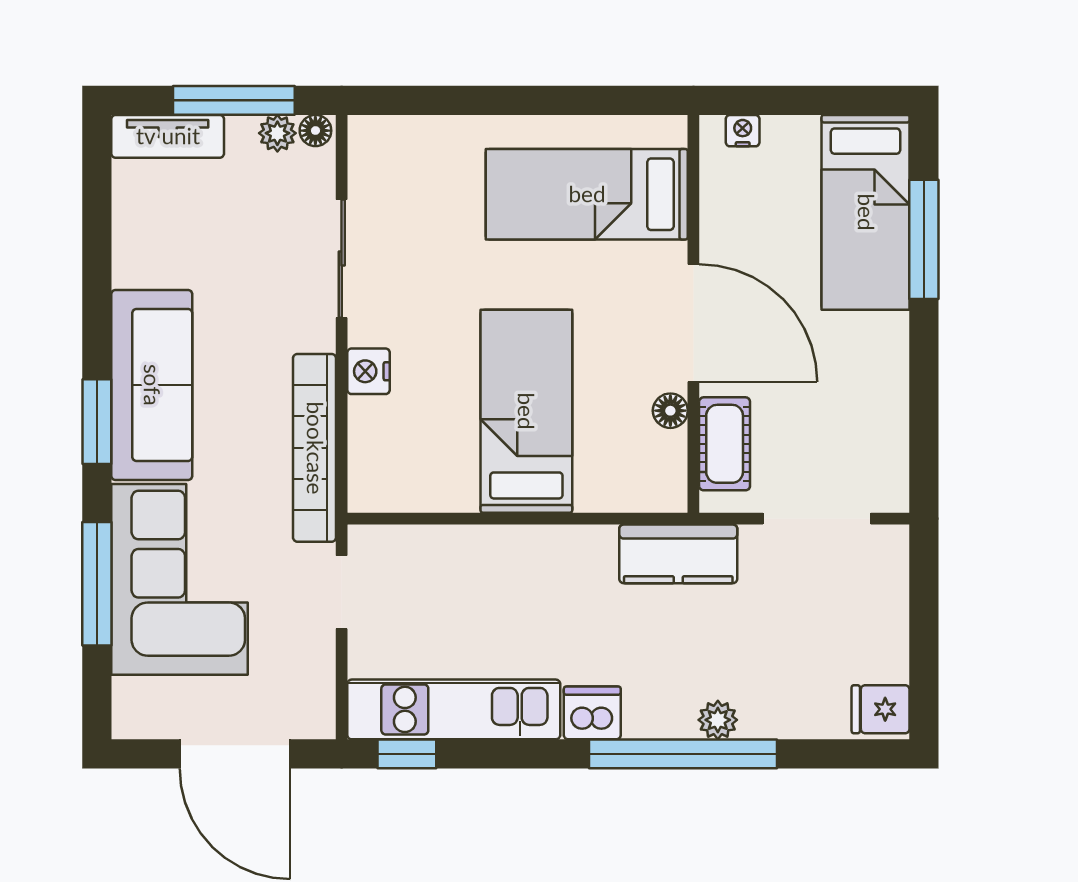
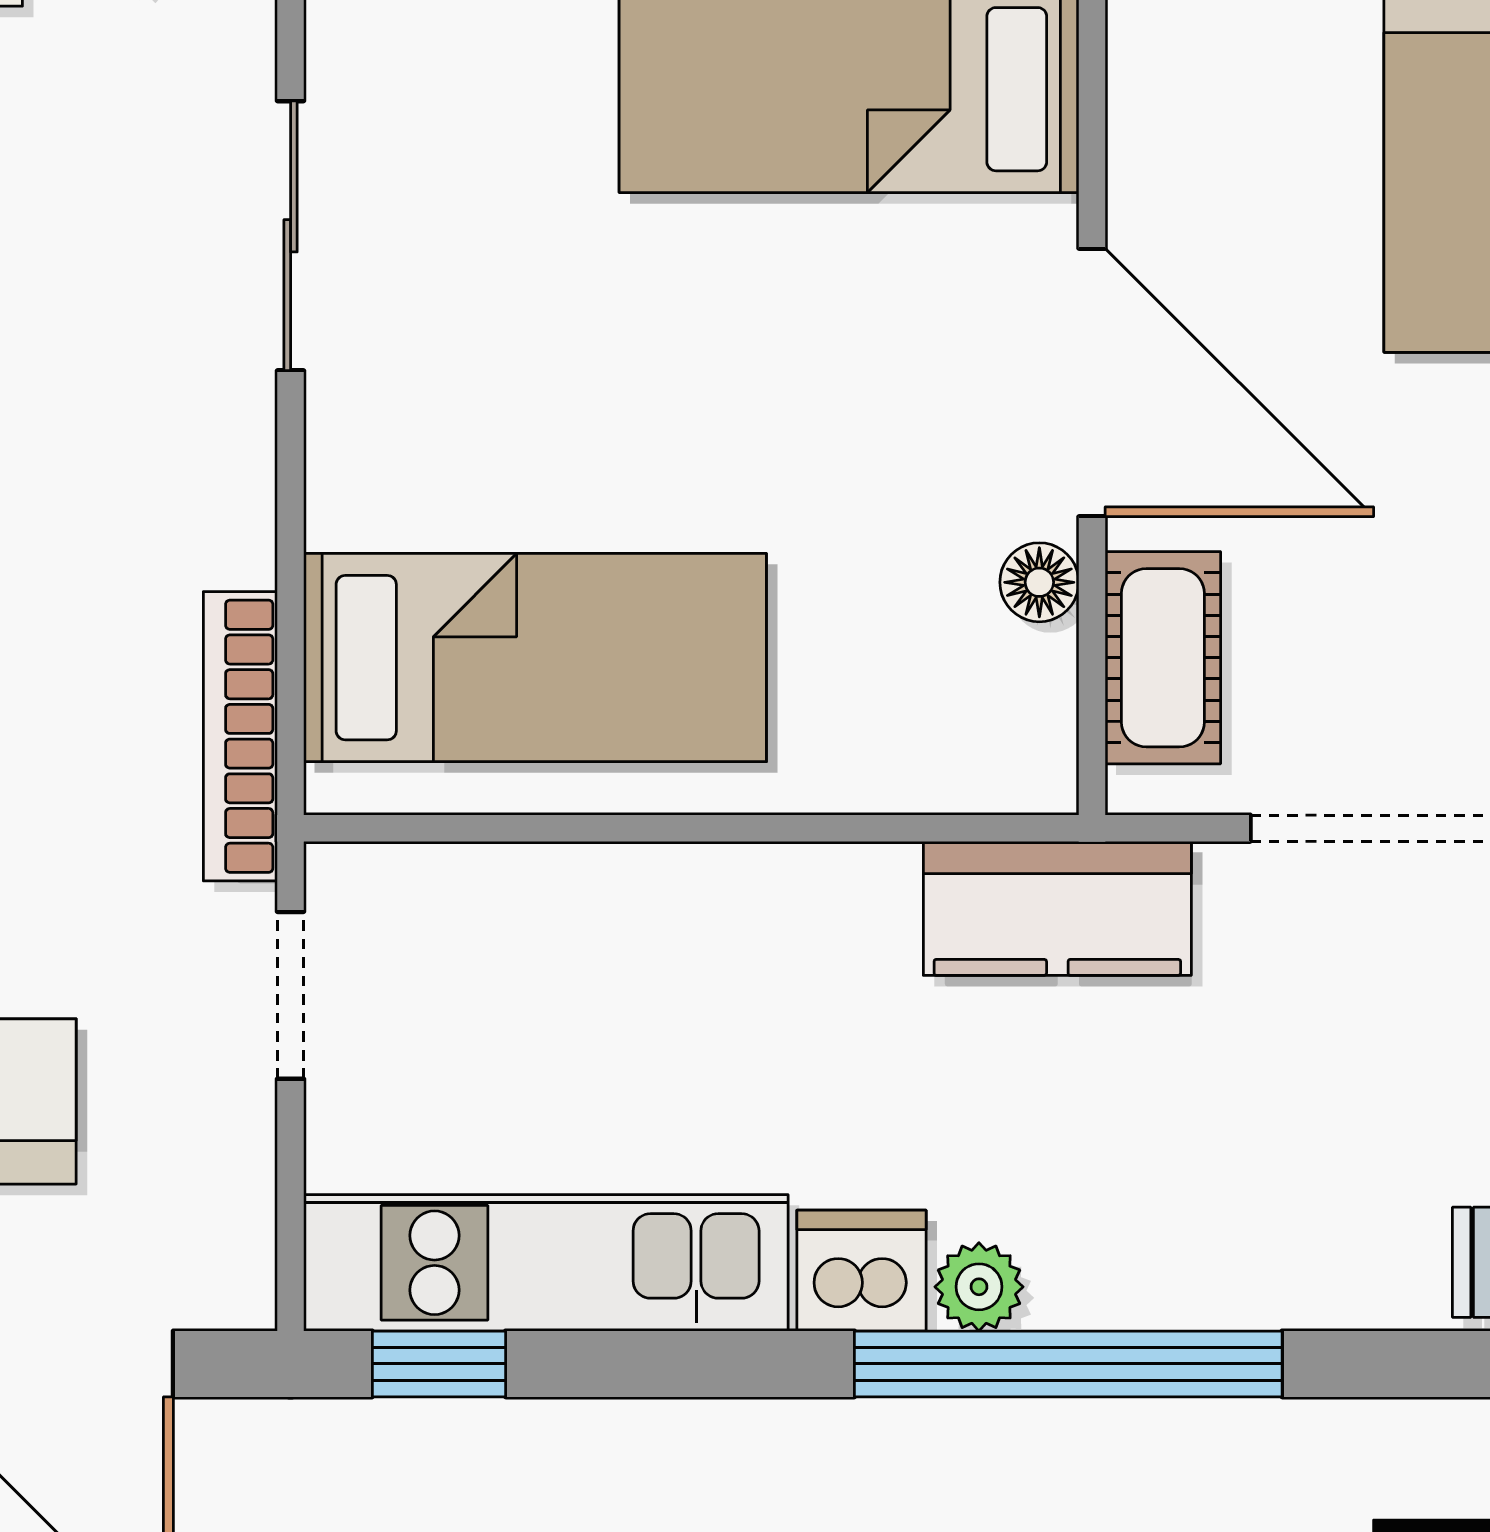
nightstand: (369, 371) -> (352, 492), removed
bed: (526, 411) -> (535, 658), moved, turned 90
bookcase: (315, 448) -> (240, 736), width x0.68, depth x0.76
plant: (718, 720) -> (979, 1287), moved

